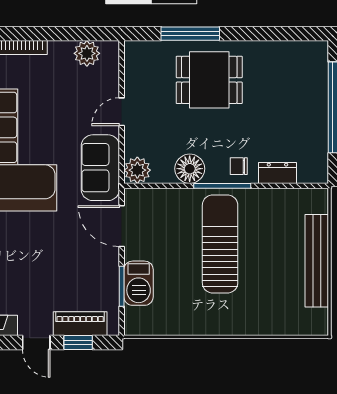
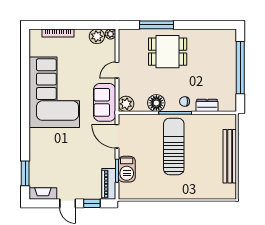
plant: (111, 49) -> (111, 34), added
piano: (80, 324) -> (109, 184), moved, turned -90

